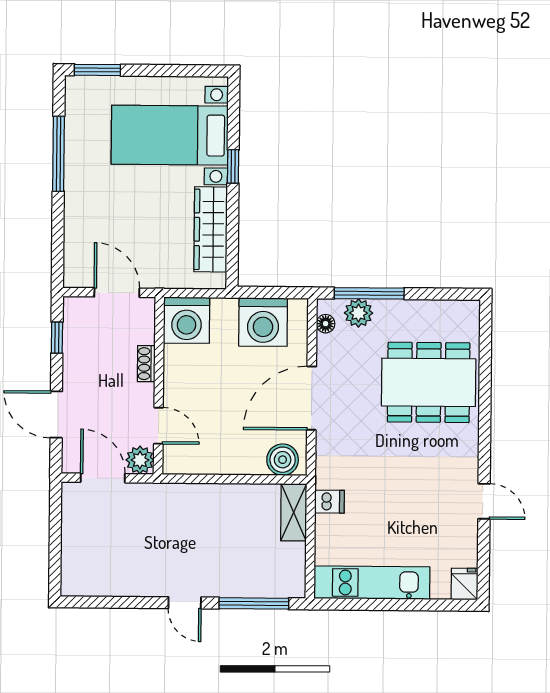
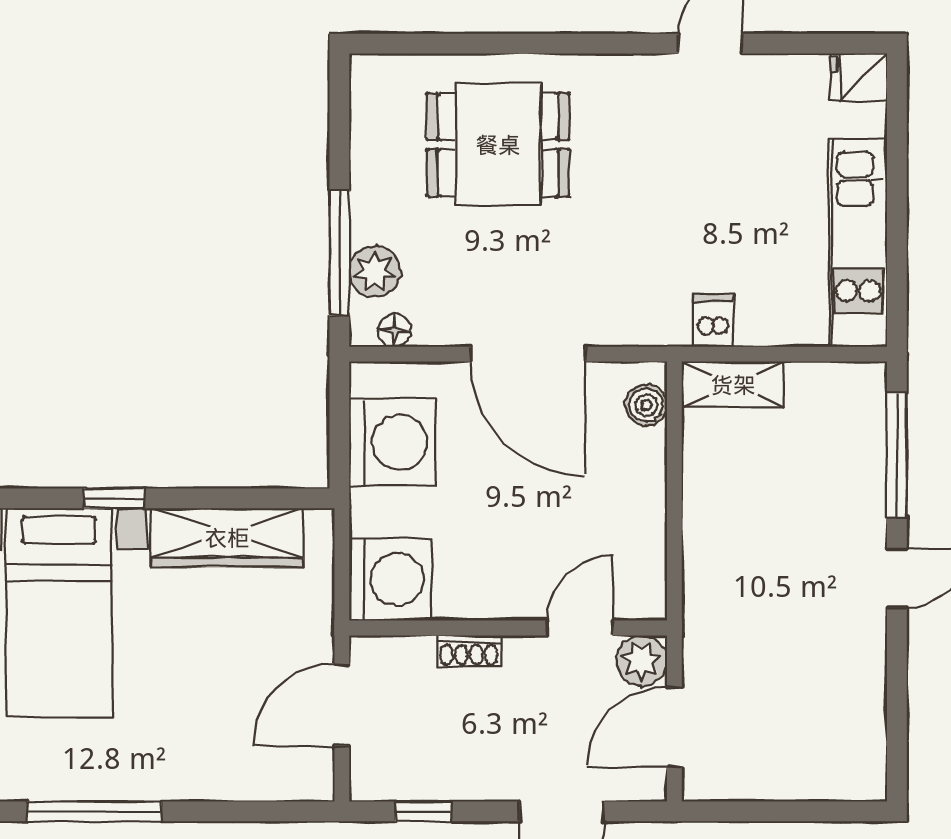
dining table: (429, 382) -> (498, 145), width x0.73
boiler: (283, 460) -> (646, 405), width x0.73, depth x0.73

